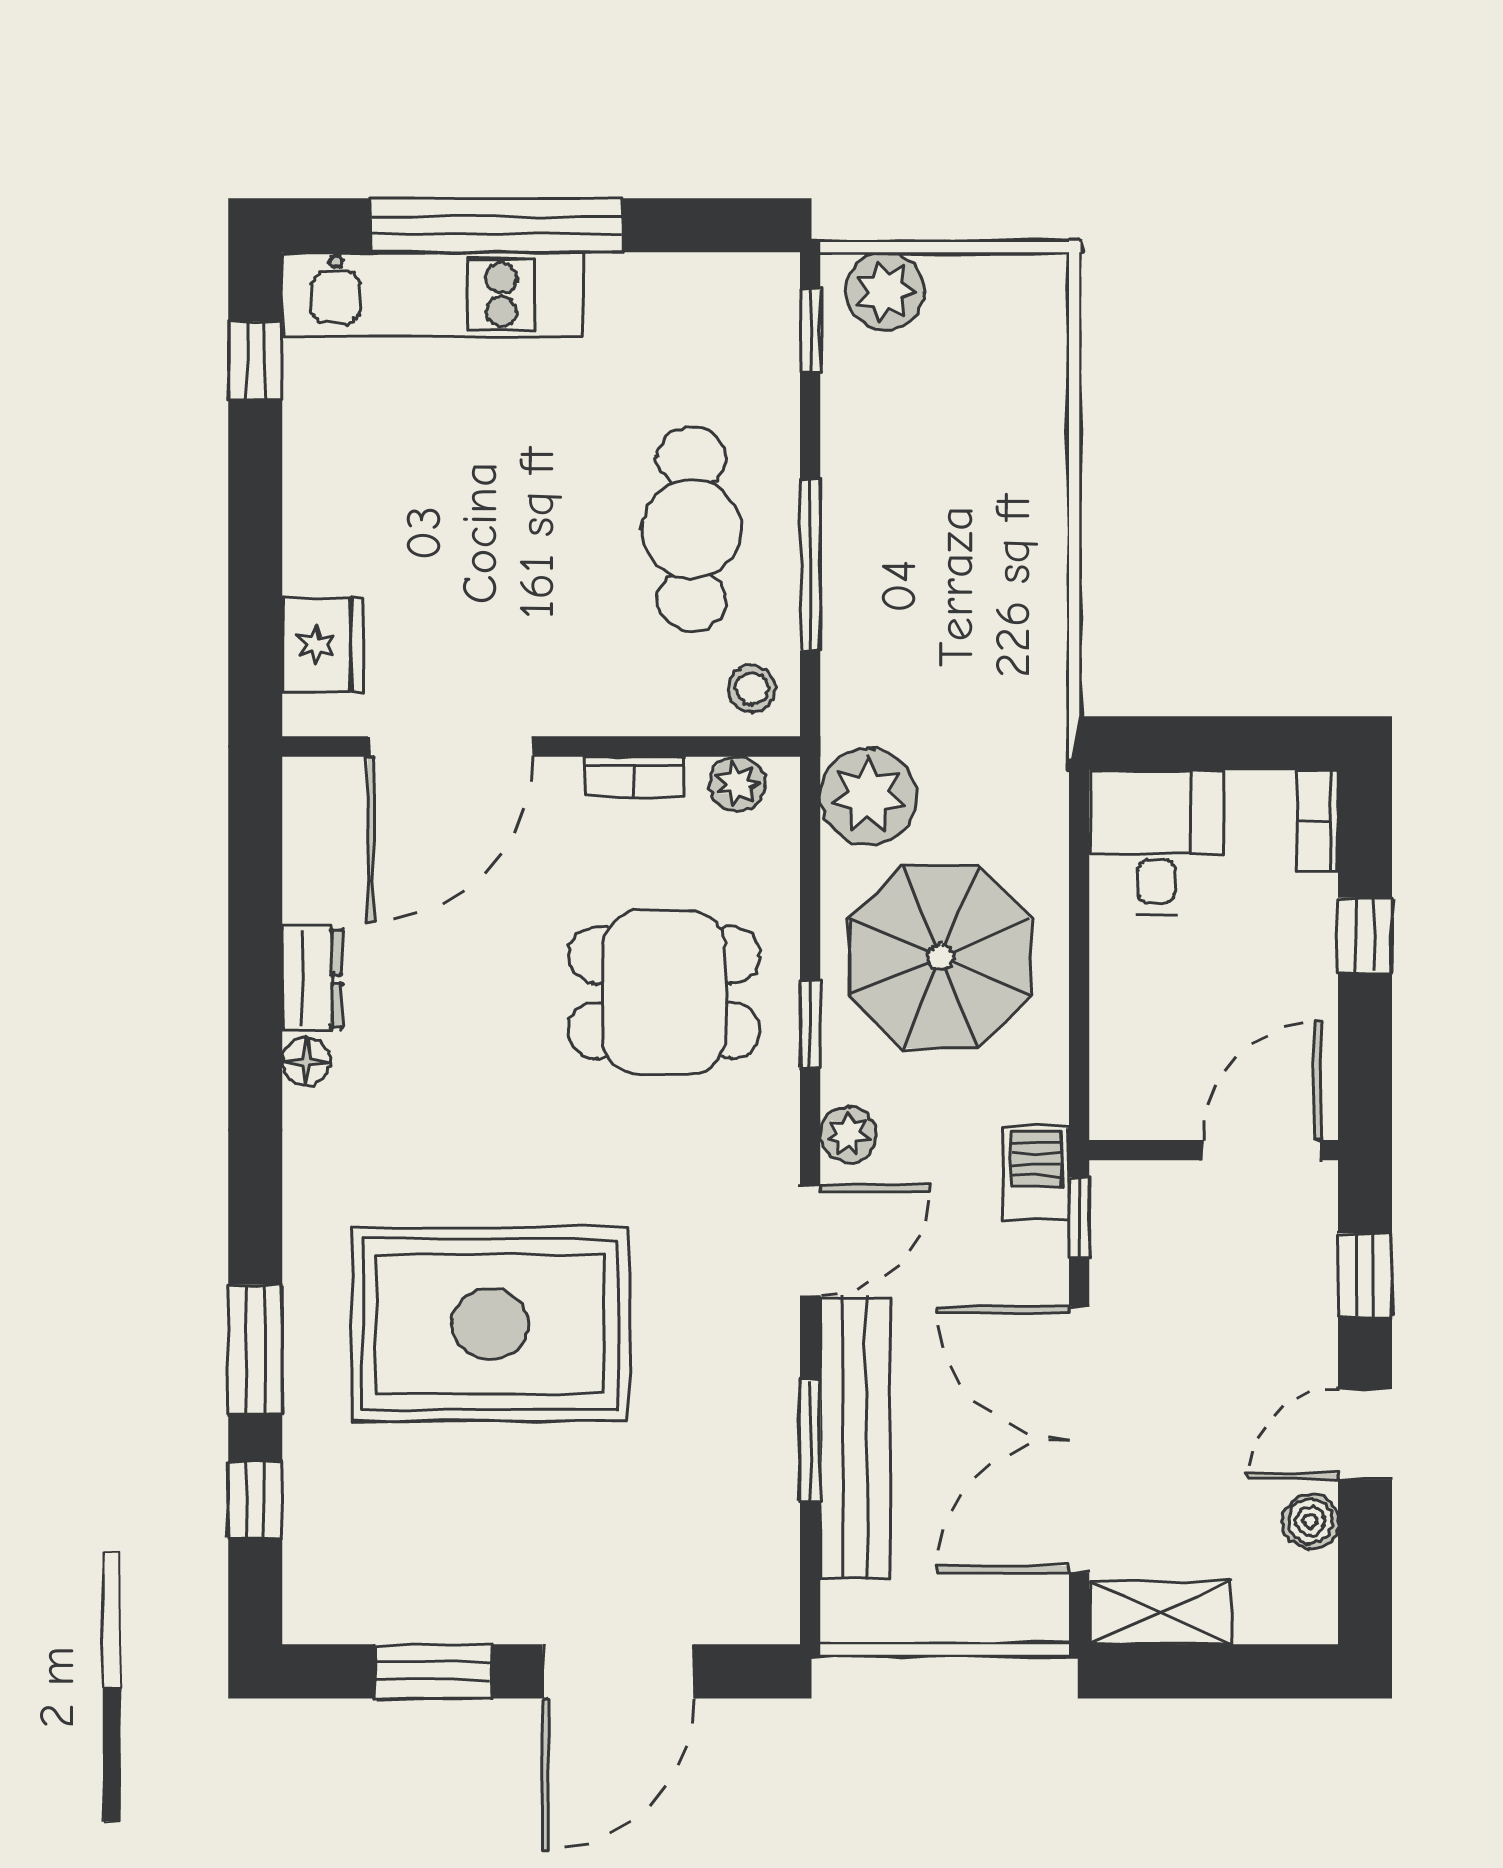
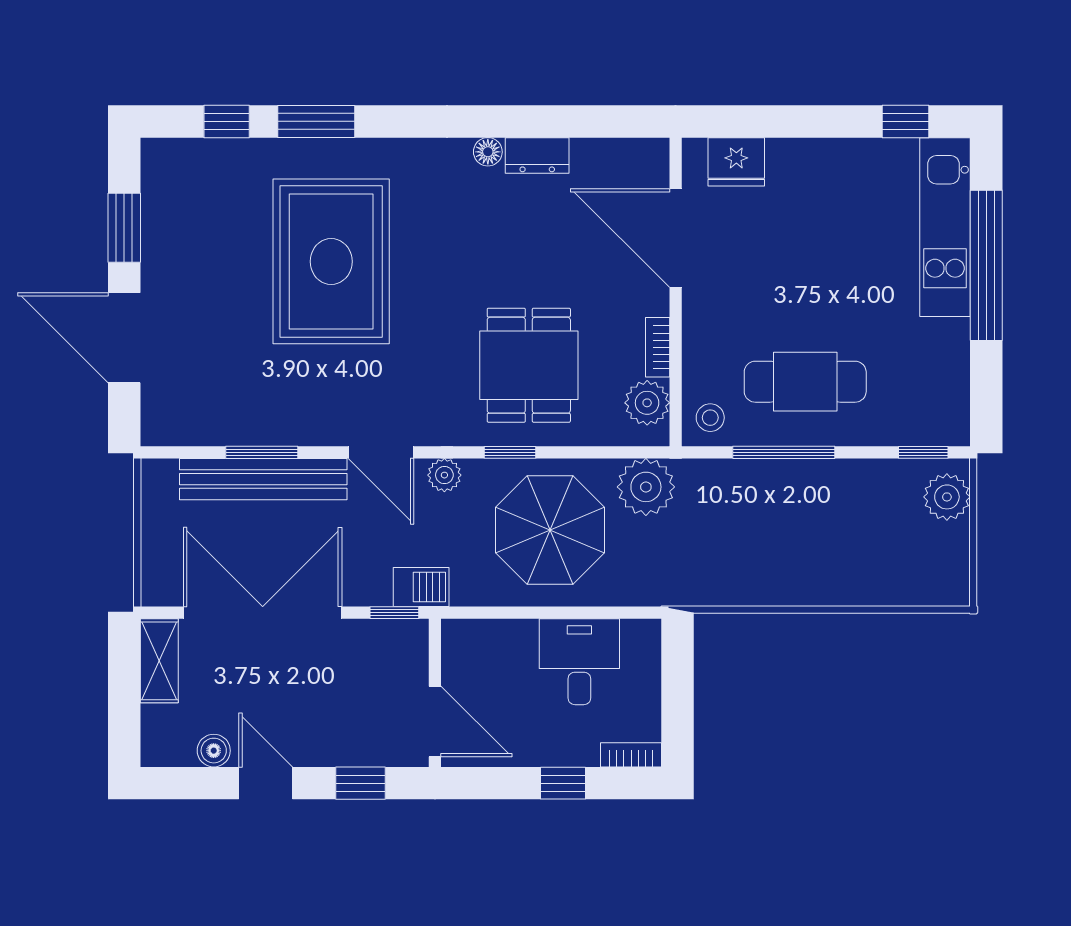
plant: (737, 784) -> (647, 403), width x1.38, depth x1.38
desk: (1156, 842) -> (579, 662), moved, turned -90

